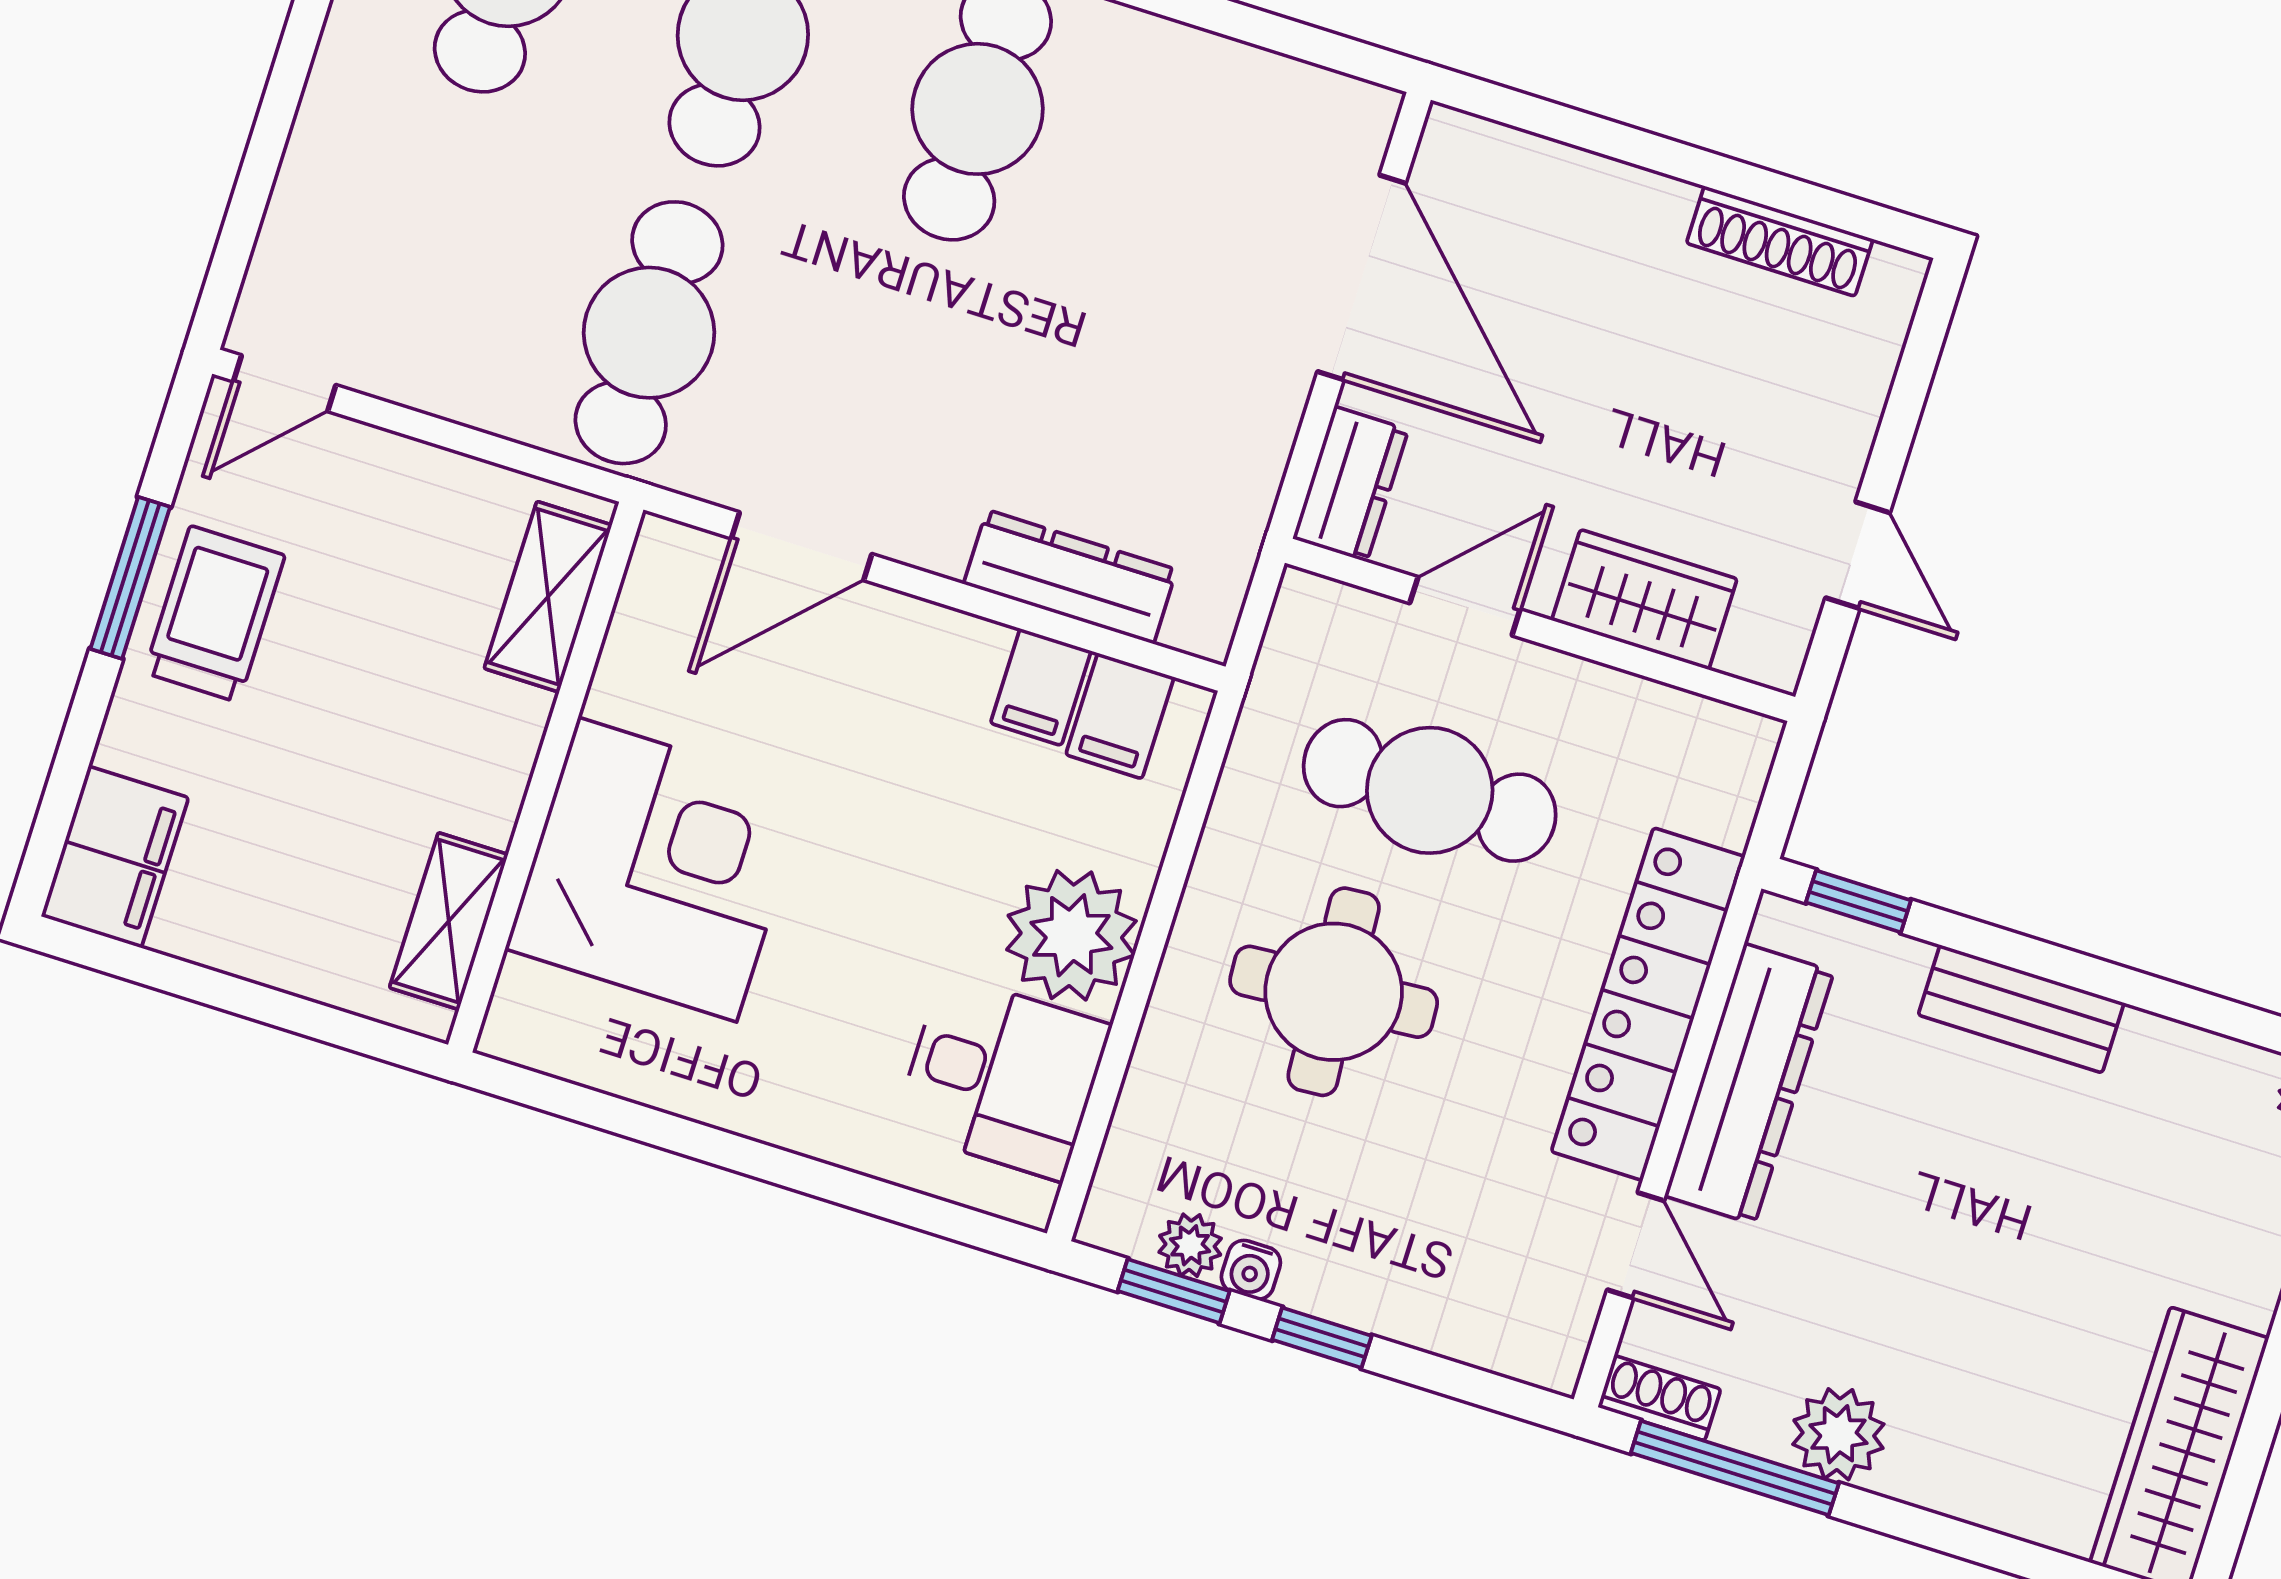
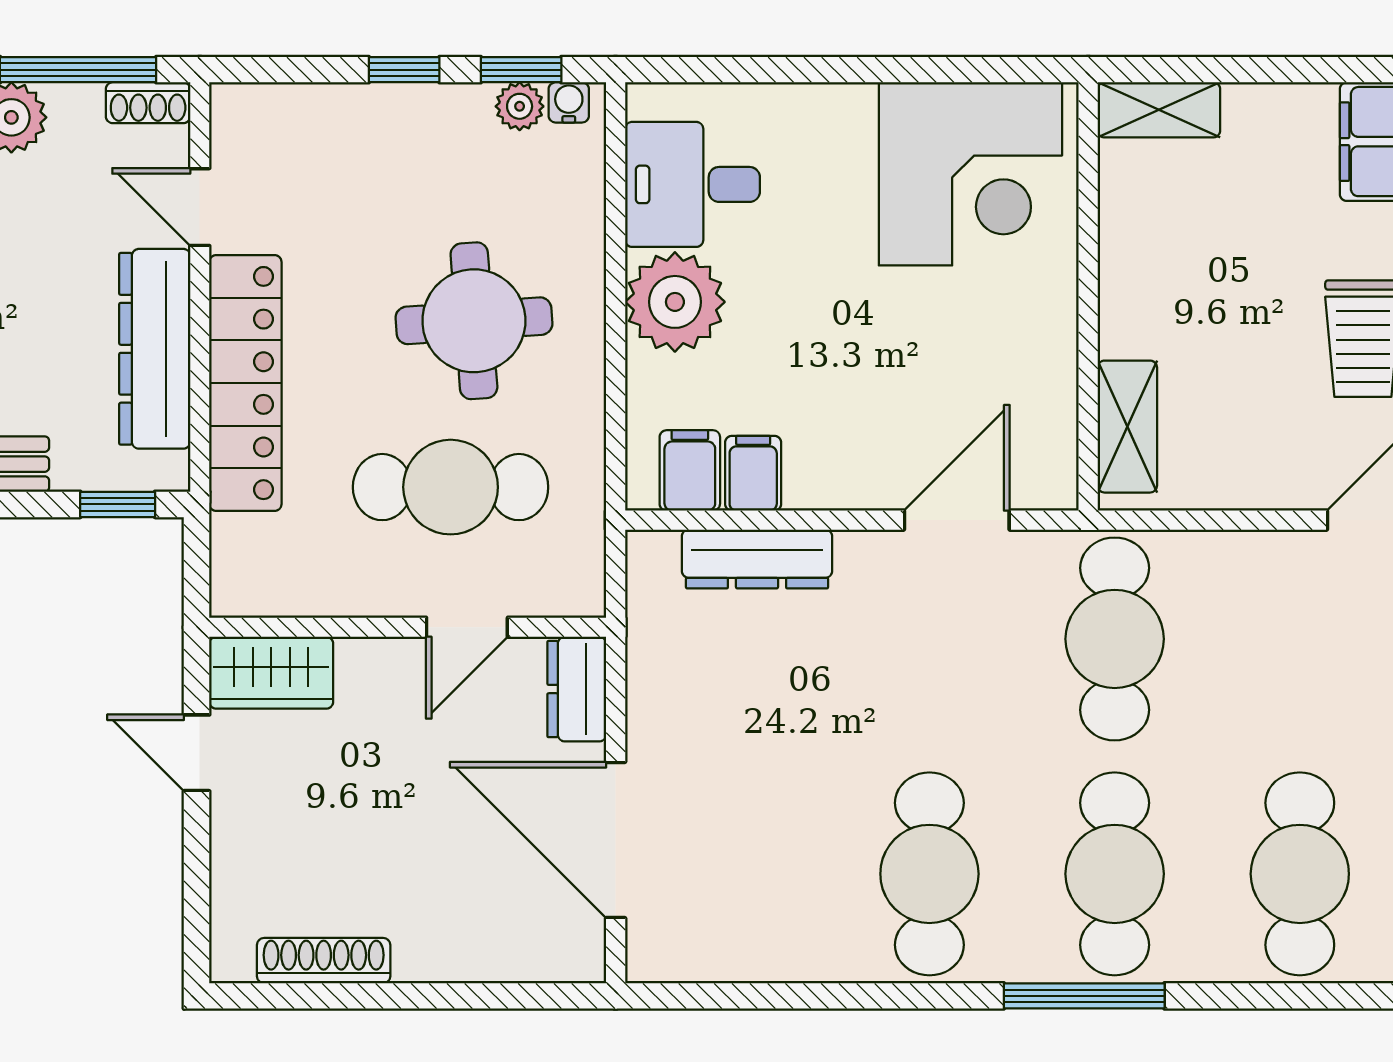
wardrobe: (1644, 600) -> (271, 673), moved
corner desk: (657, 870) -> (970, 174), moved, turned -90
shelving: (449, 921) -> (1159, 110), moved, turned 90
water cooler: (1251, 1270) -> (569, 102), moved

